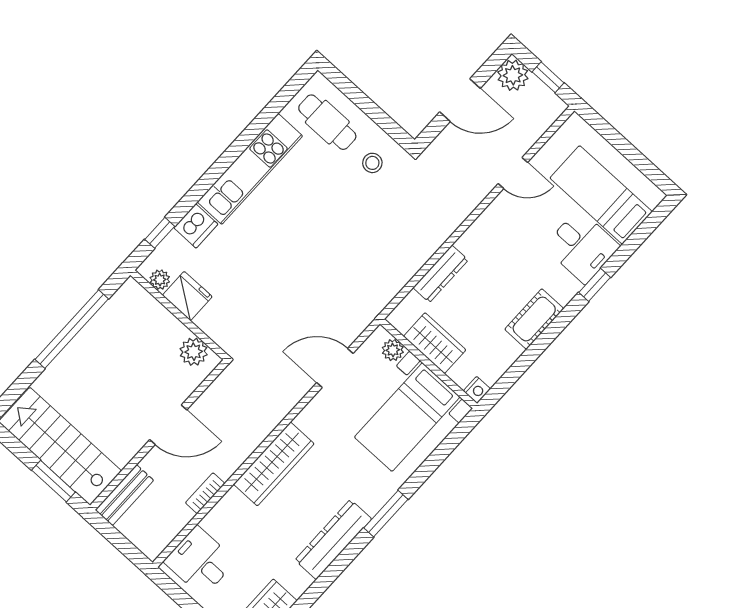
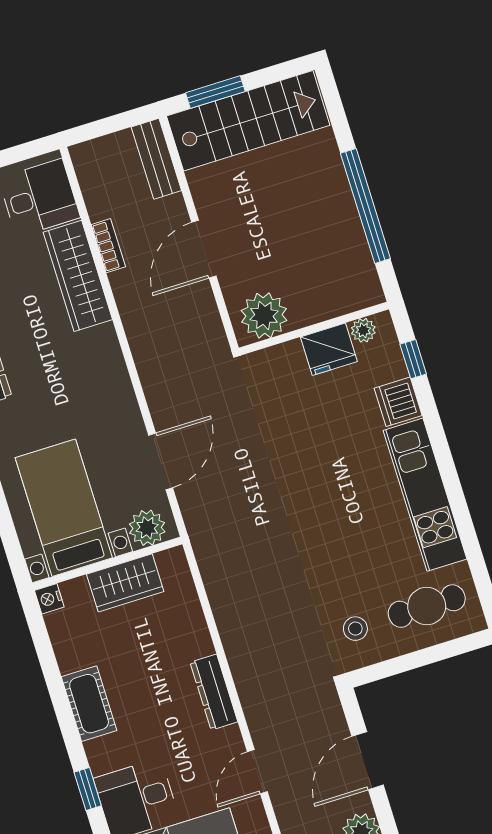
dresser: (441, 274) -> (214, 692), moved
plant: (393, 350) -> (147, 528), width x1.38, depth x1.38
plant: (194, 352) -> (264, 315), width x1.36, depth x1.36
wardrobe: (274, 464) -> (78, 276), moved

